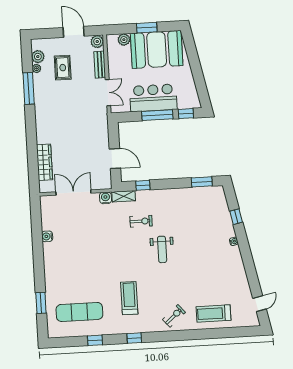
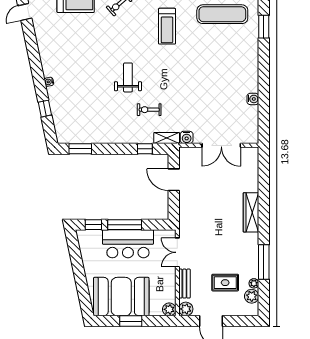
plant: (124, 40) -> (169, 309), moved
rug: (63, 68) -> (225, 283), turned 90
wardrobe: (45, 162) -> (251, 212), moved

